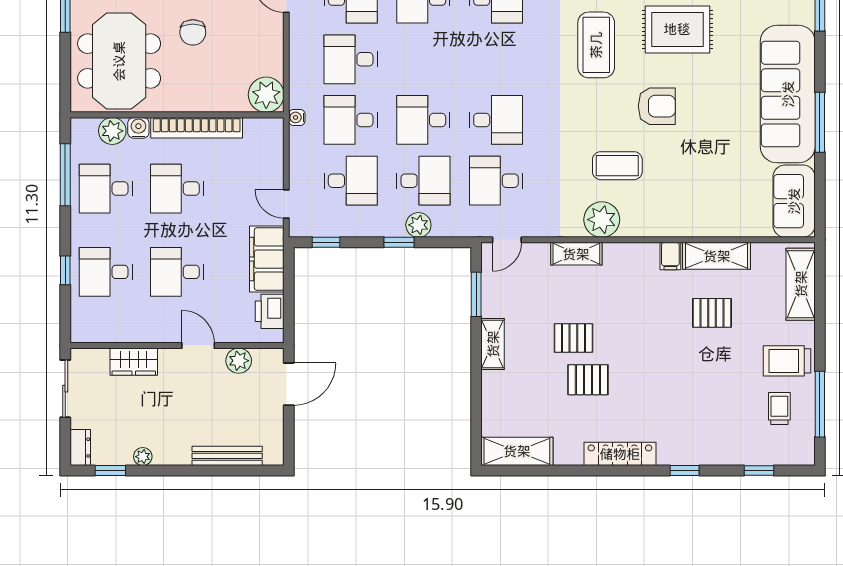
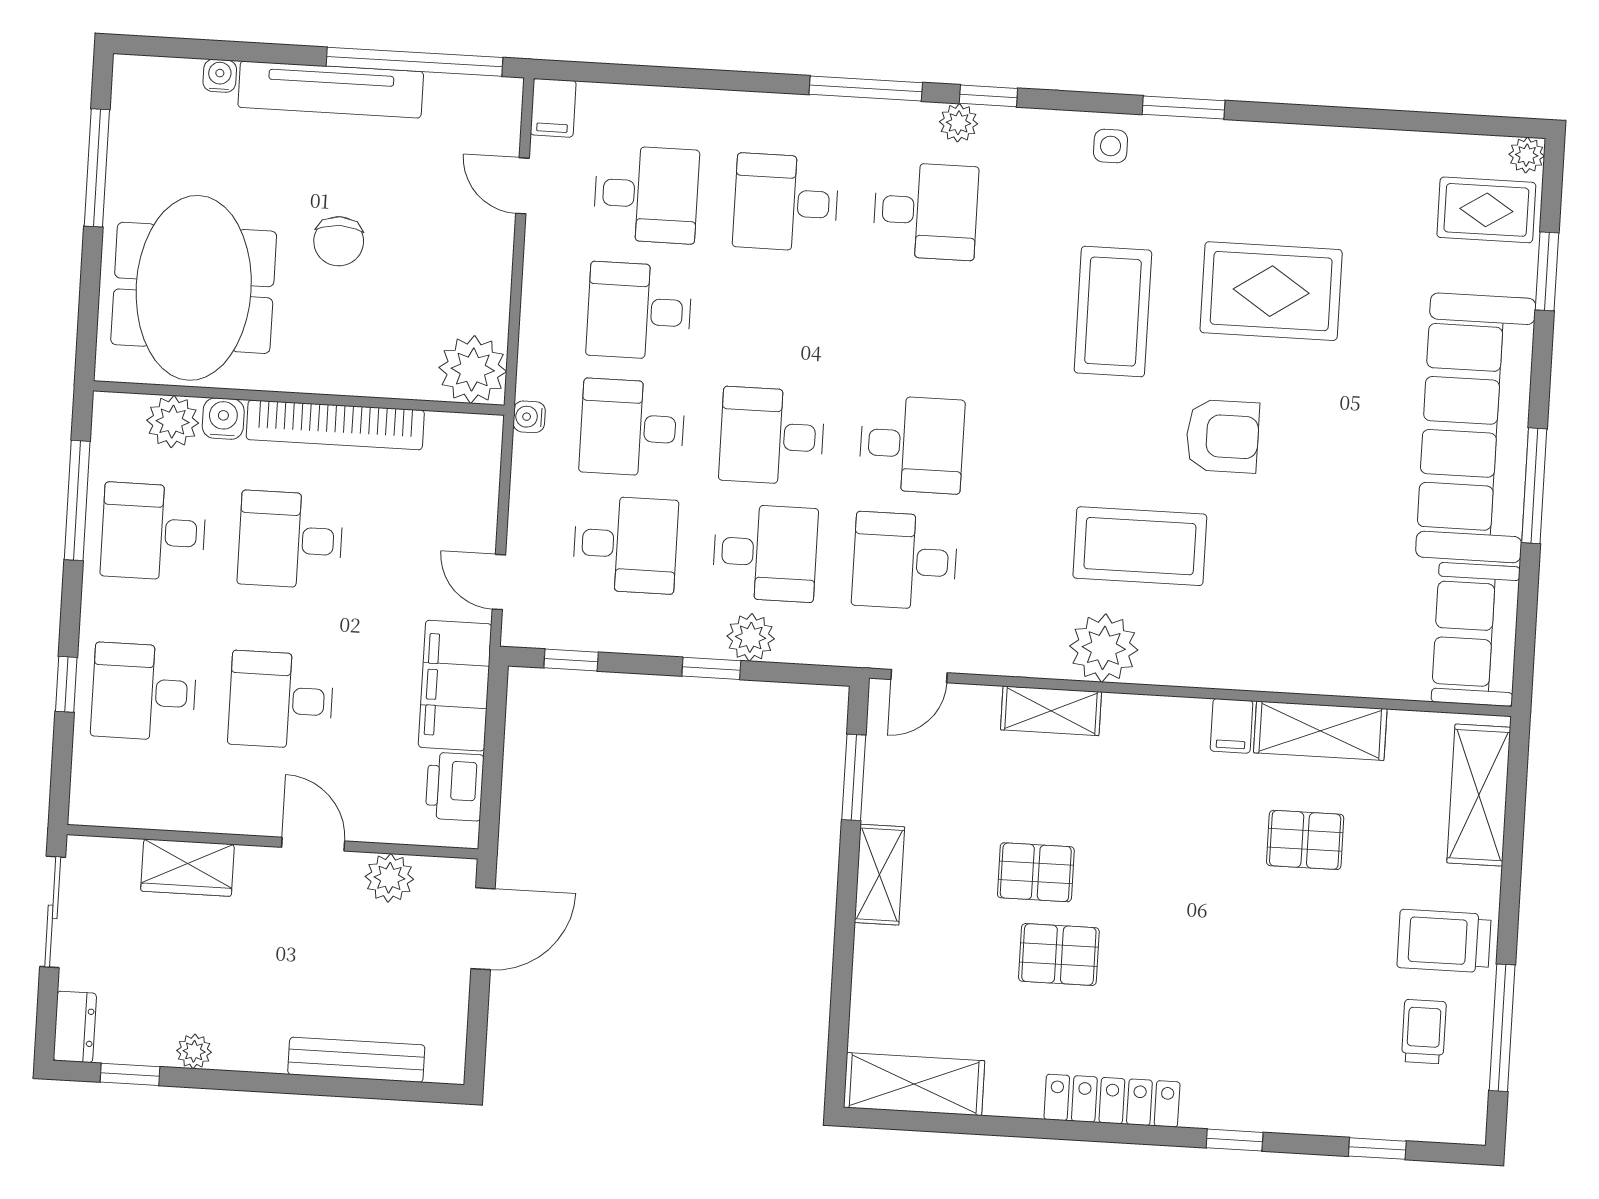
coffee table: (617, 166) -> (1140, 546), width x1.36, depth x1.32

